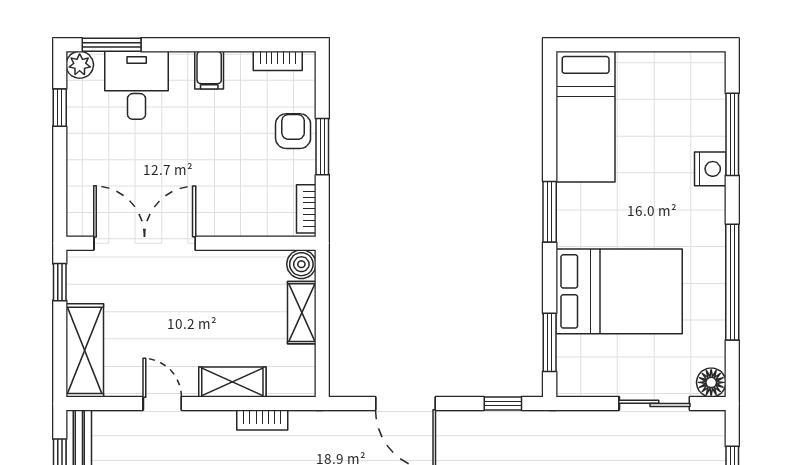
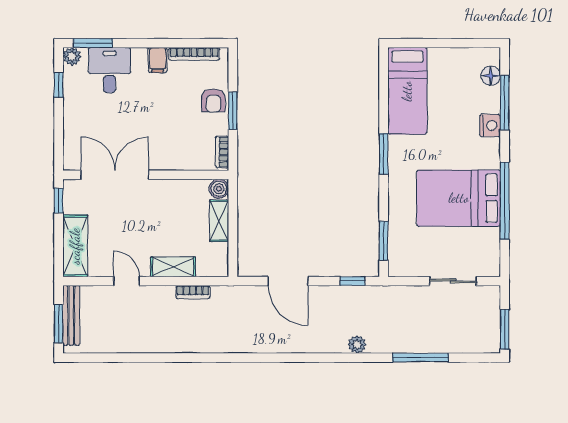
bookcase: (278, 61) -> (194, 54), width x1.56
armchair: (293, 131) -> (213, 100), turned 180
bed: (619, 291) -> (459, 198), moved, turned 180
floor lamp: (711, 382) -> (491, 76), moved

